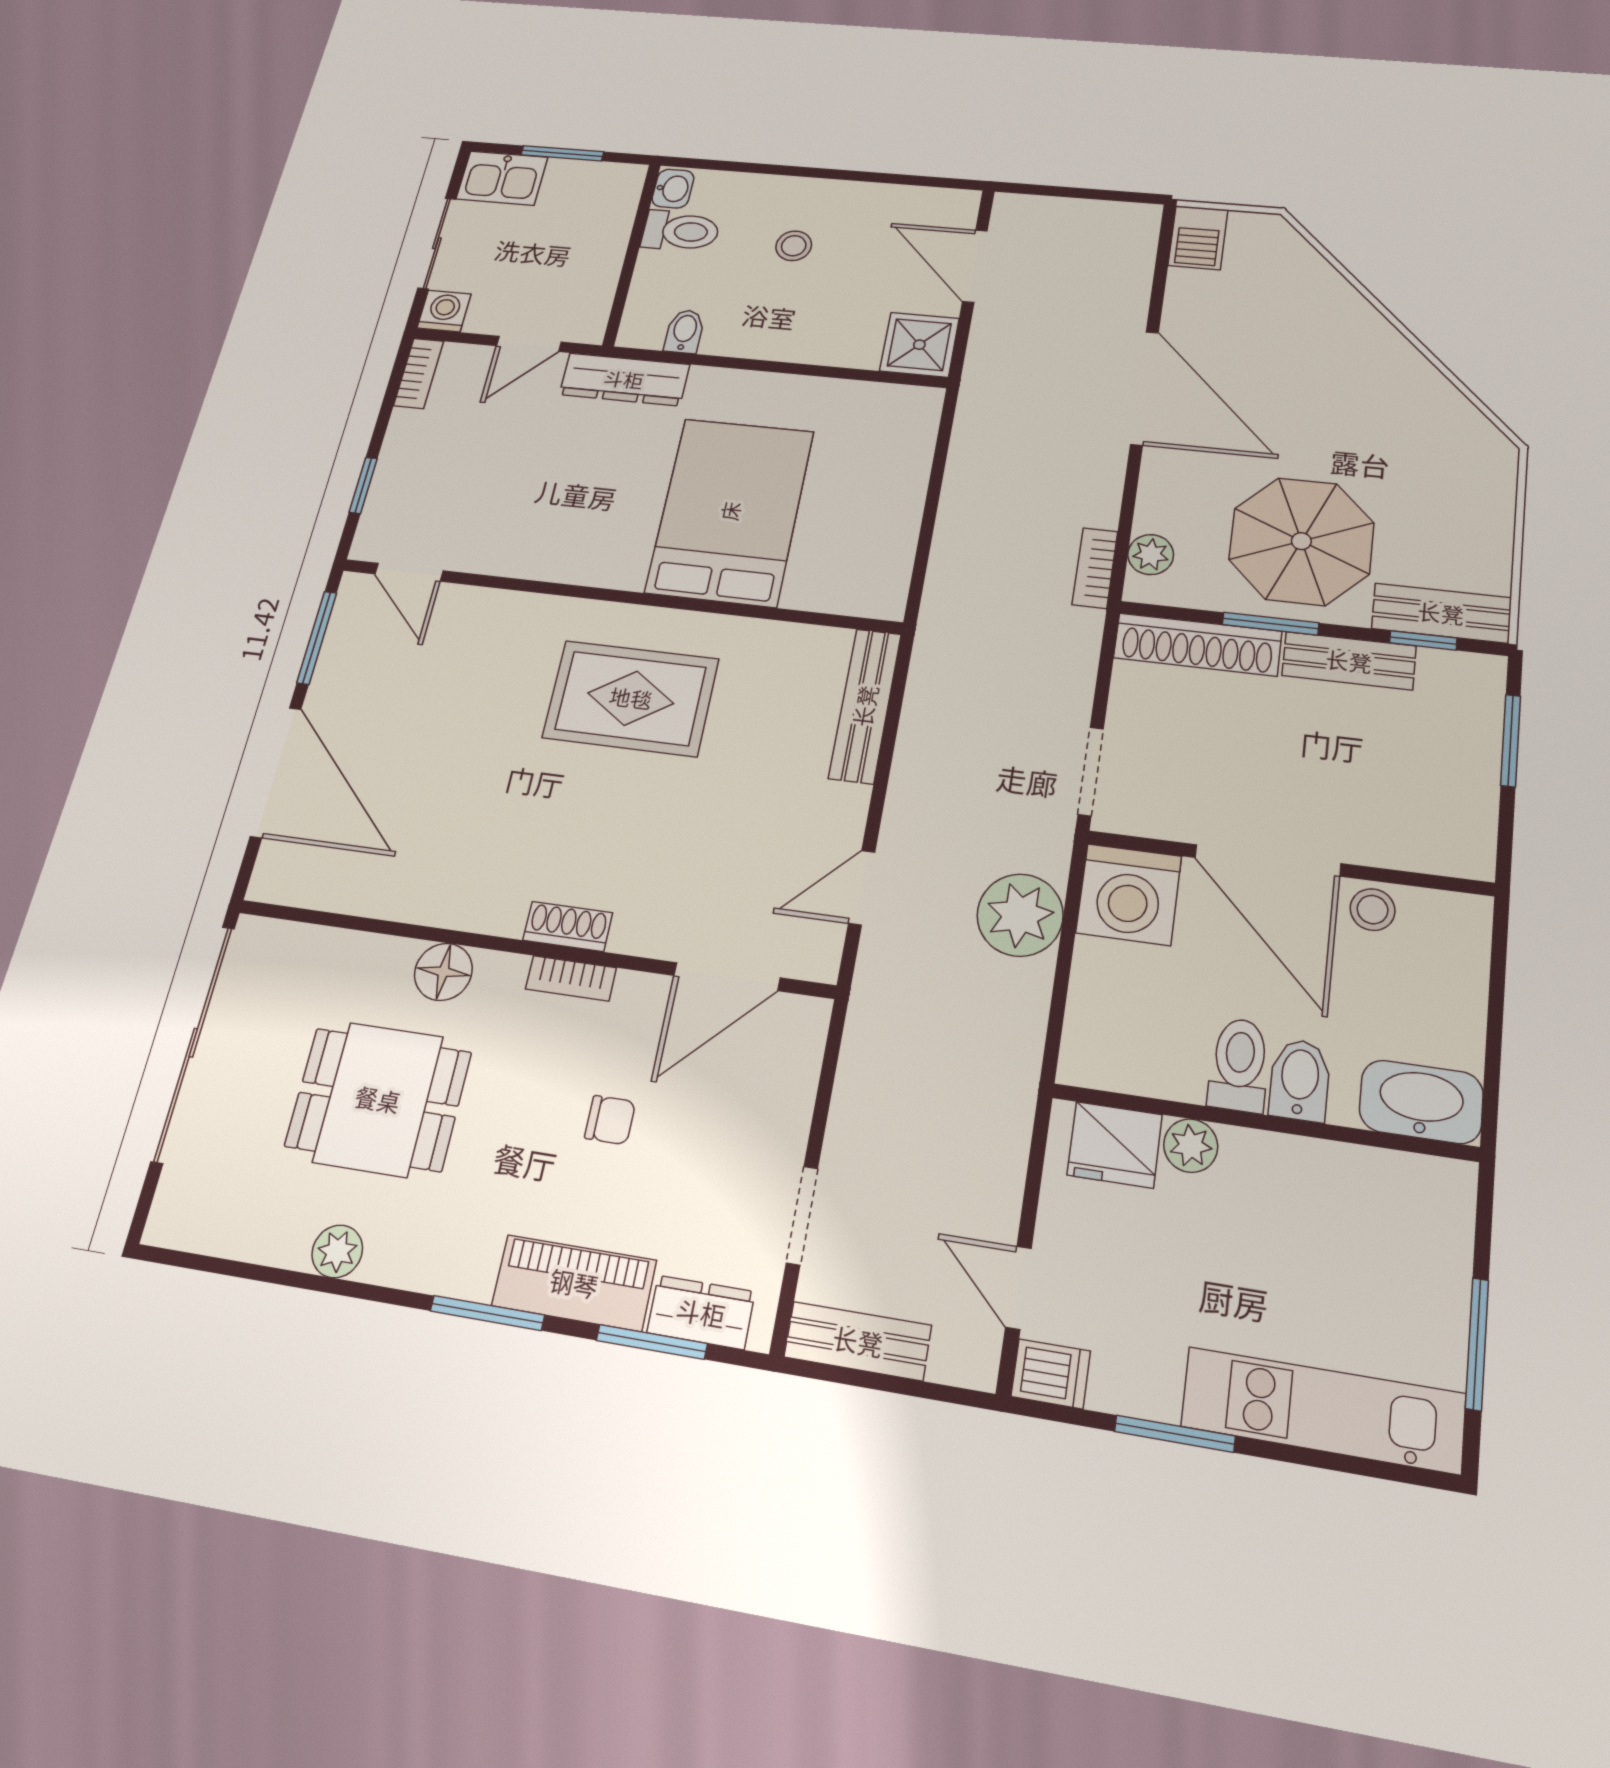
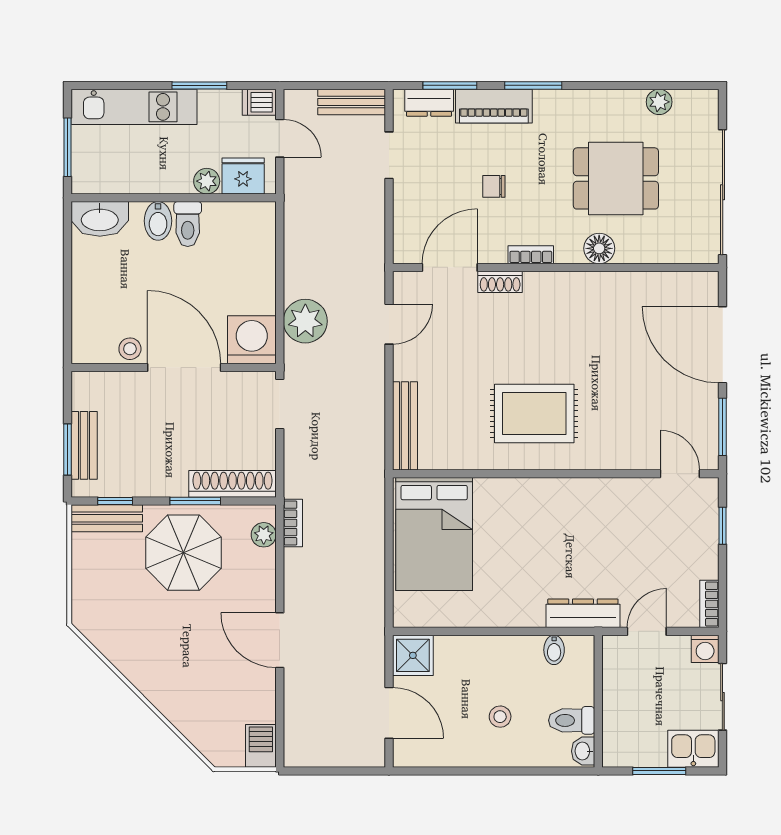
door: (1144, 388) -> (280, 640), width x0.73
bed: (730, 511) -> (434, 534), moved
bench: (1349, 661) -> (84, 445), moved, turned 90
shoe rack: (568, 926) -> (500, 282), moved
toilet: (1239, 1065) -> (188, 224), moved
bidet: (1300, 1080) -> (158, 221), moved
washbasin: (1421, 1102) -> (100, 219), moved
wall: (1263, 1122) -> (174, 198), moved
fridge: (1115, 1145) -> (243, 176), moved
plant: (1191, 1146) -> (207, 181), moved
plant: (337, 1251) -> (659, 102), moved

